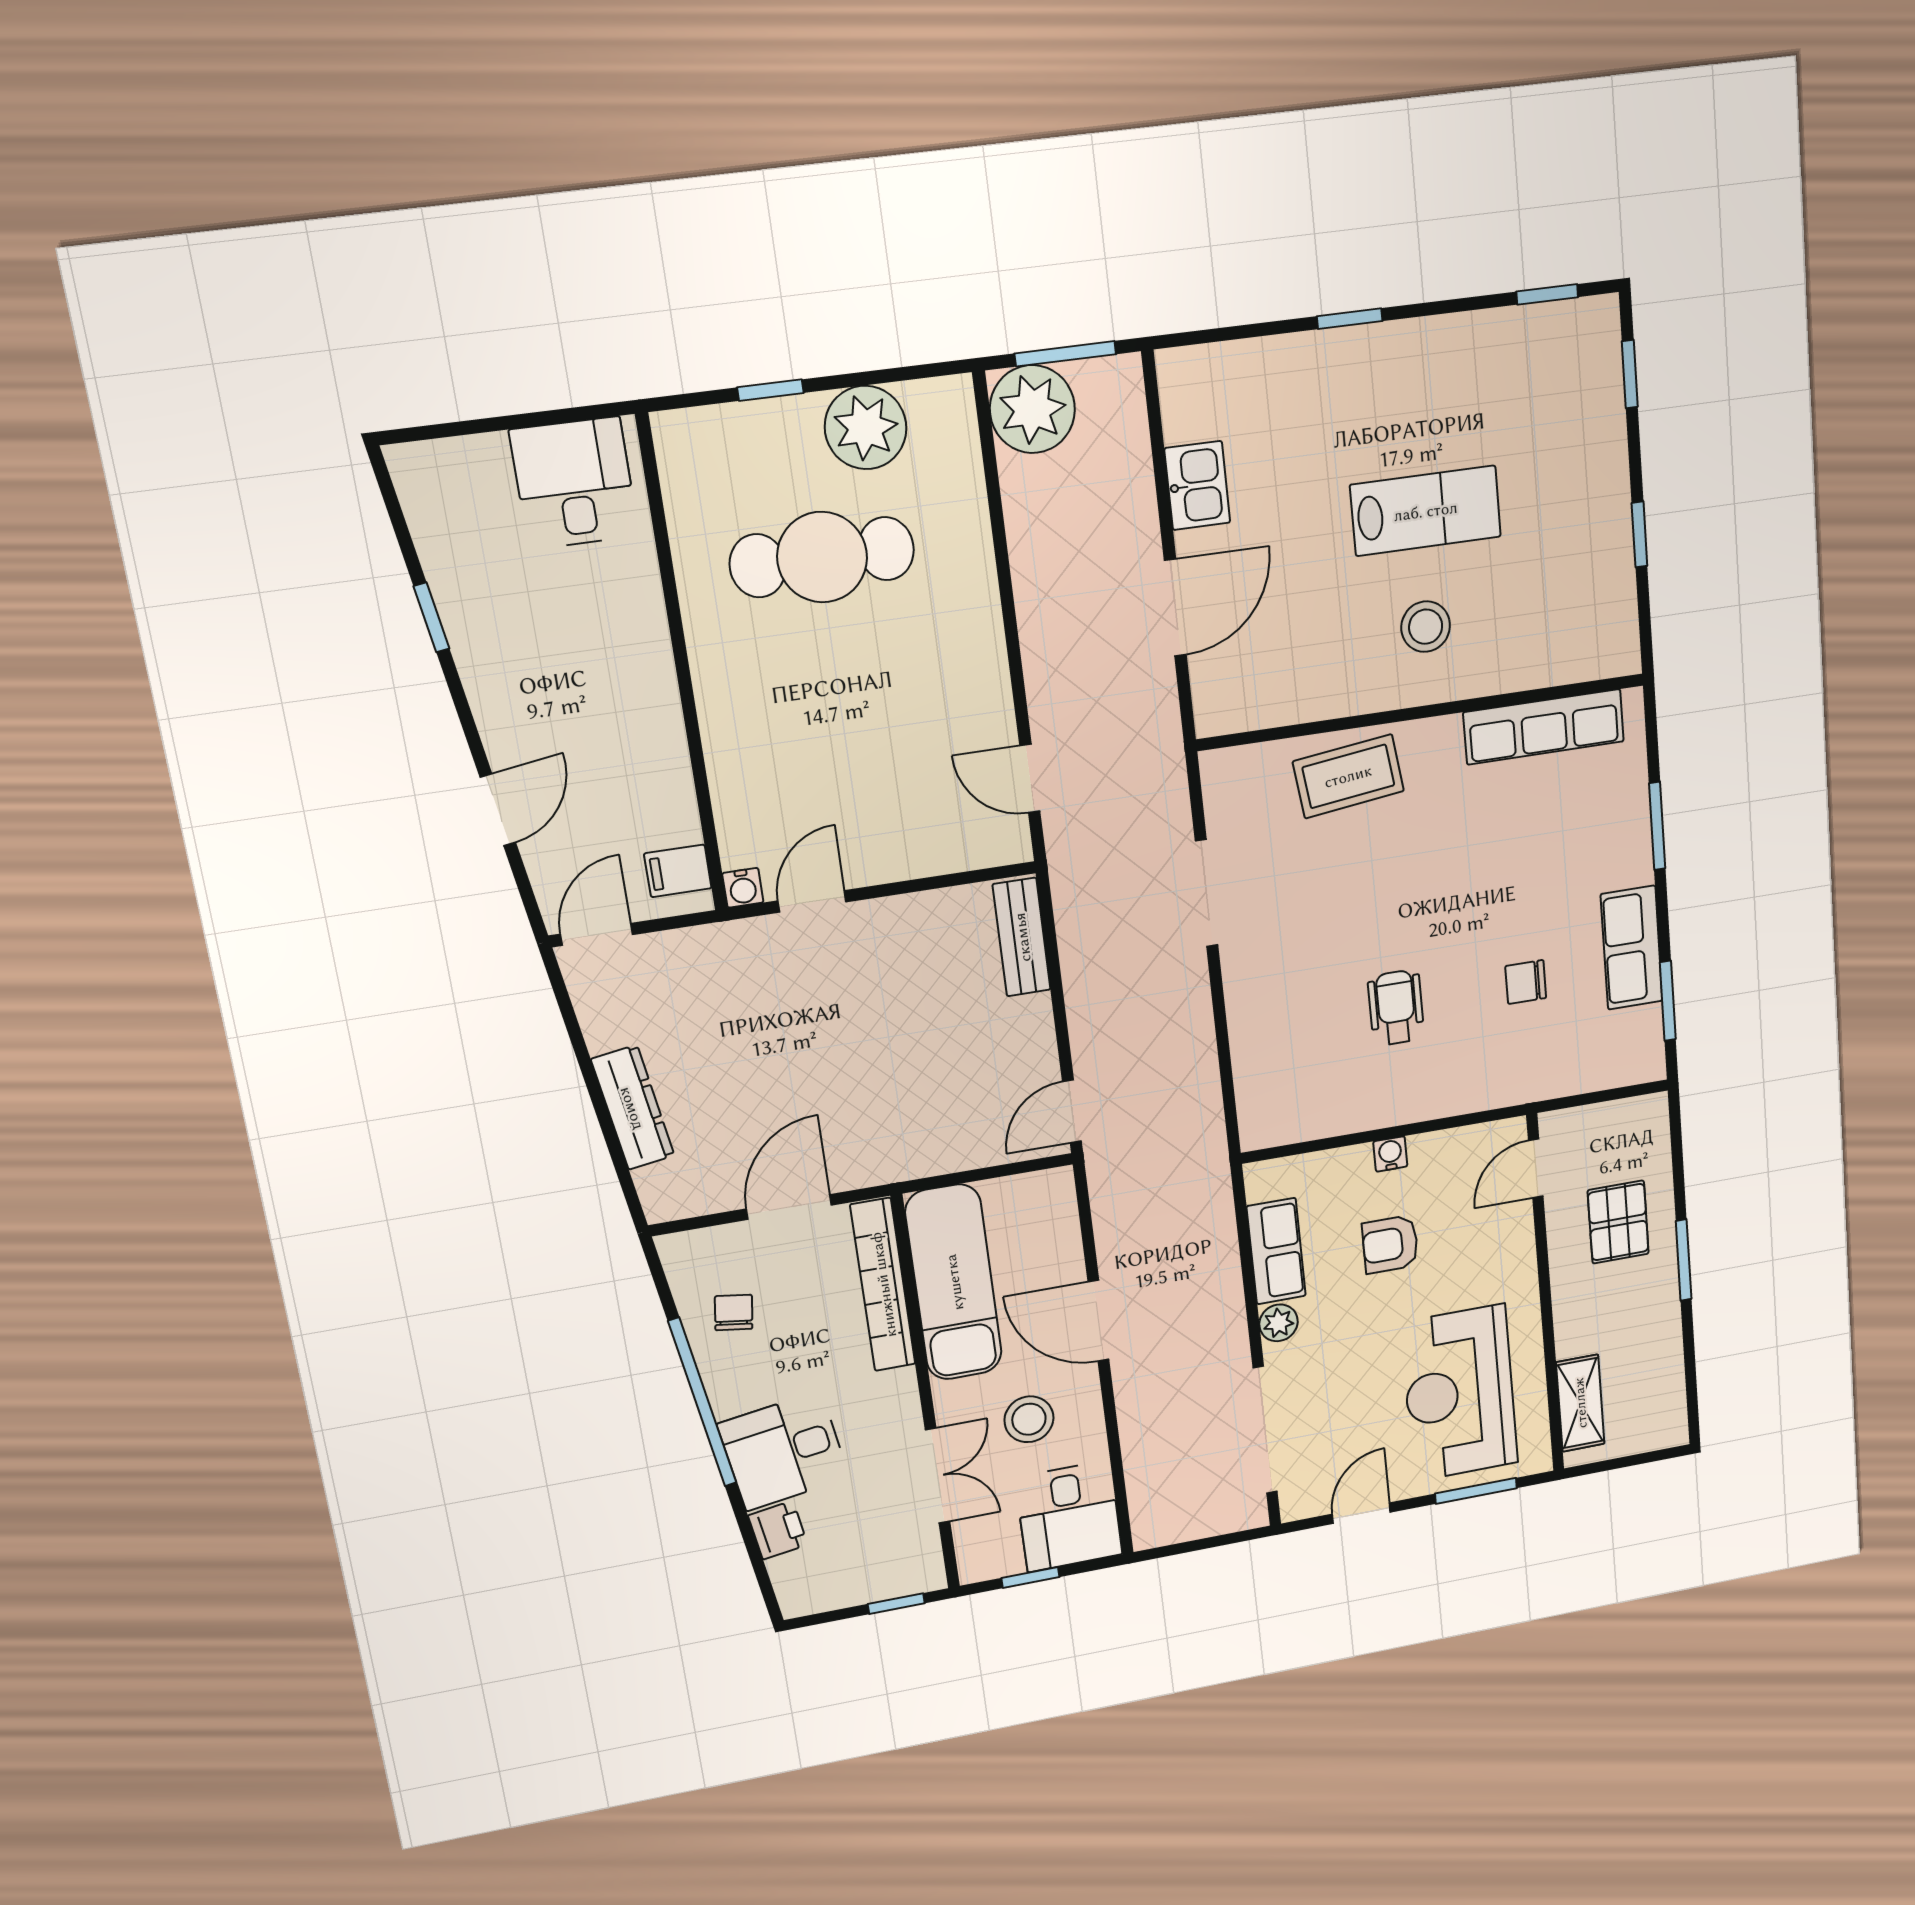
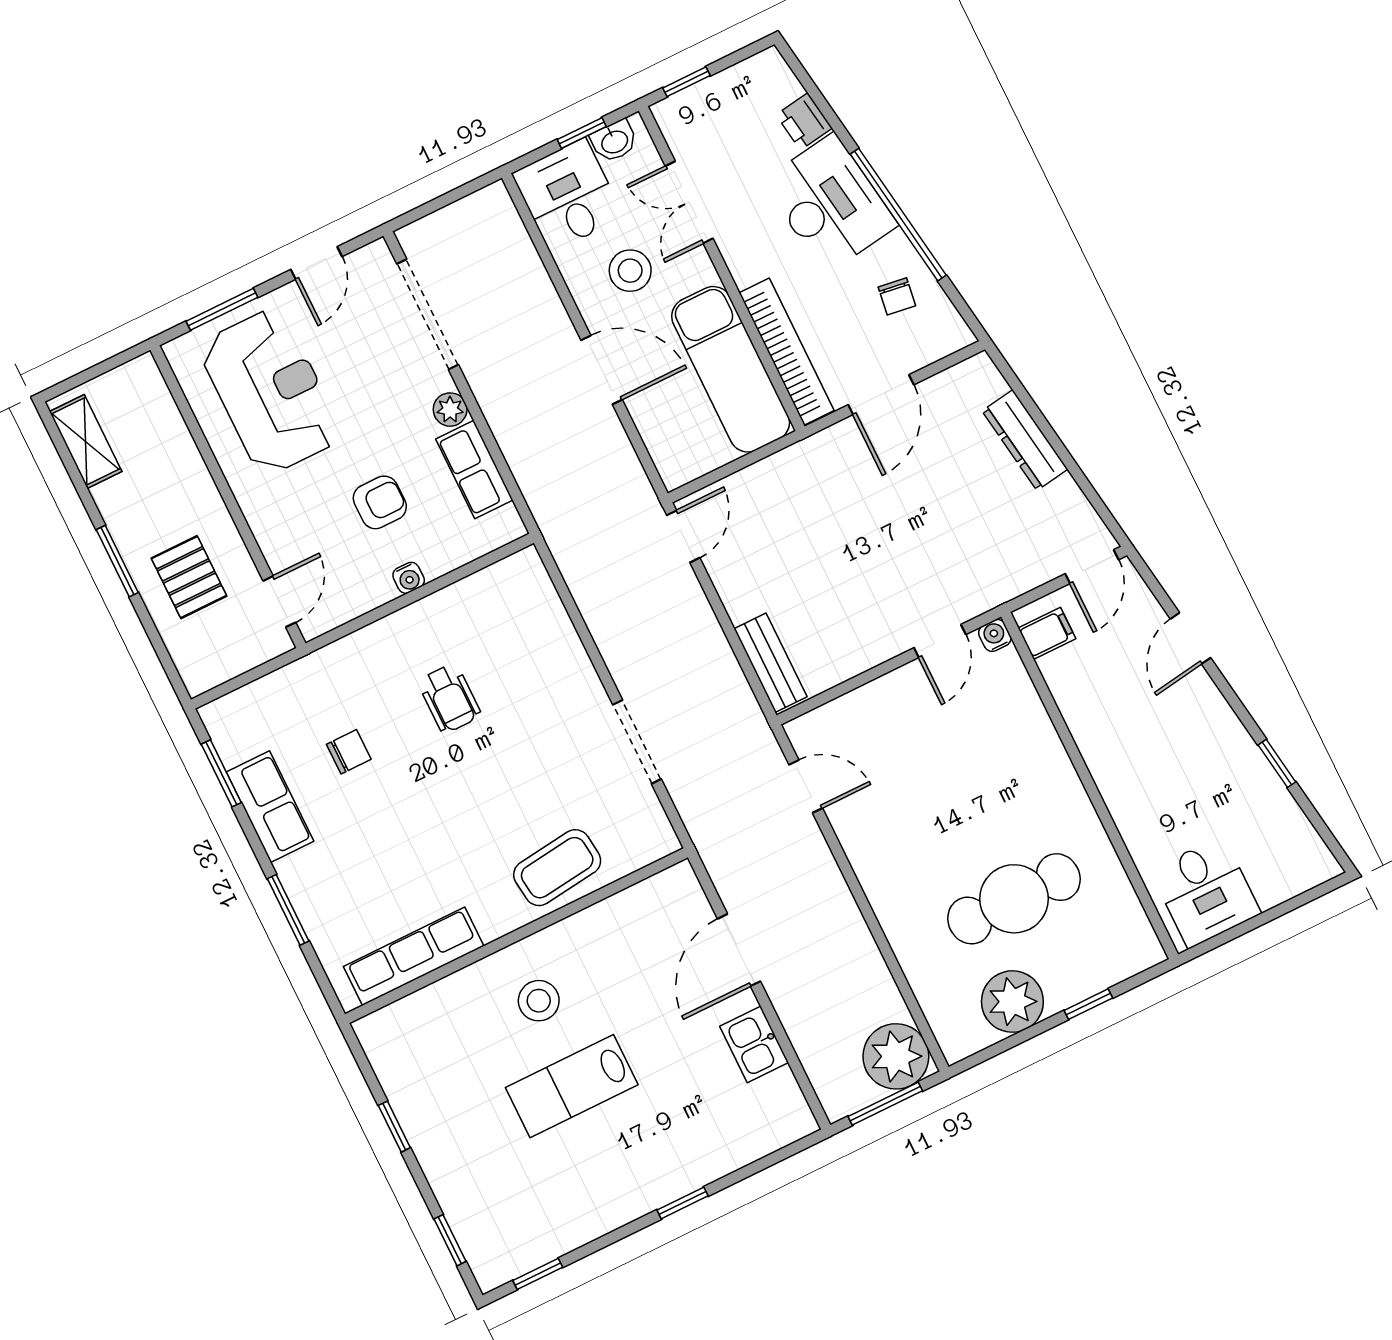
shelving: (1580, 1403) -> (86, 441), moved
desk: (784, 1451) -> (830, 203), width x1.37
washbasin: (998, 1560) -> (614, 141), added

